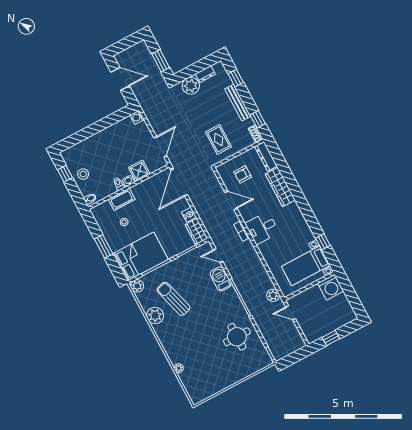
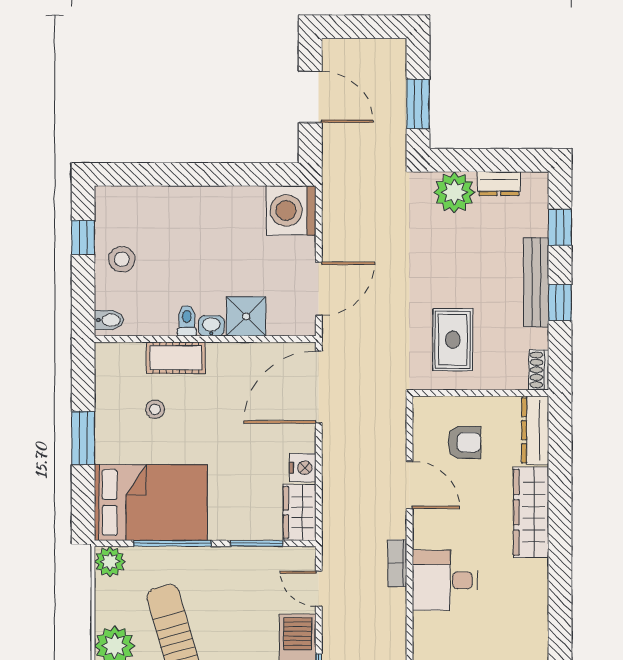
washing machine: (137, 117) -> (291, 210), width x1.89, depth x1.89
window: (258, 119) -> (560, 303), moved
armchair: (243, 174) -> (464, 442), turned 180

